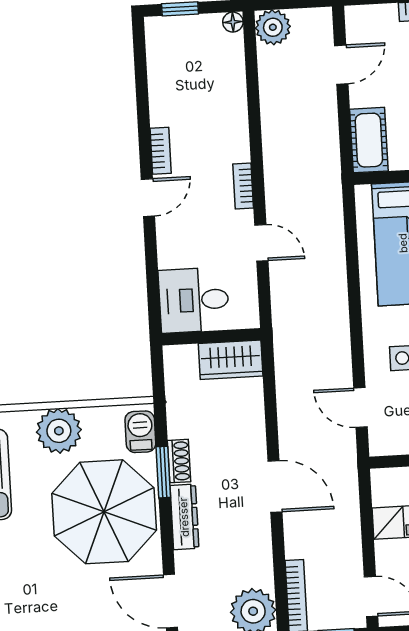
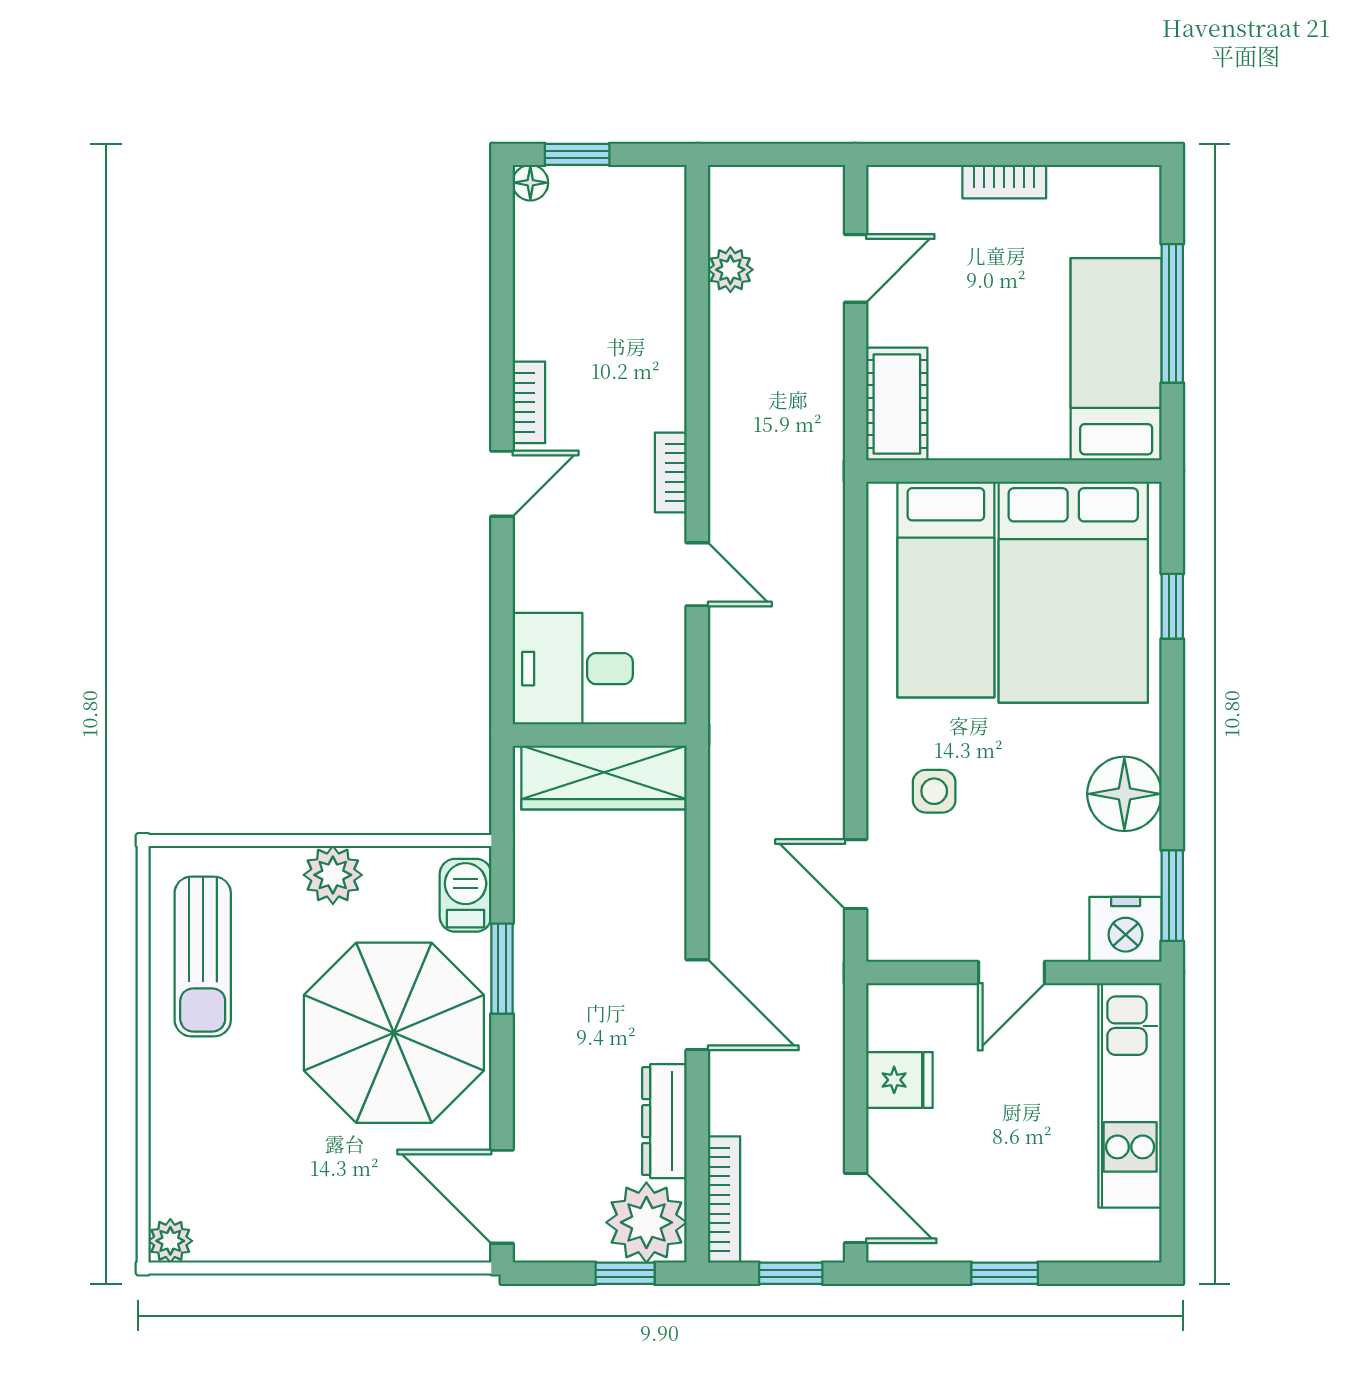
floor lamp: (233, 22) -> (530, 183), moved
plant: (273, 27) -> (730, 270), moved, width x0.73, depth x0.73
wardrobe: (231, 360) -> (604, 777), width x1.50
plant: (59, 431) -> (333, 875), width x0.73, depth x0.73
shoe rack: (179, 461) -> (531, 951), removed
dresser: (184, 517) -> (664, 1121), moved, turned 180

